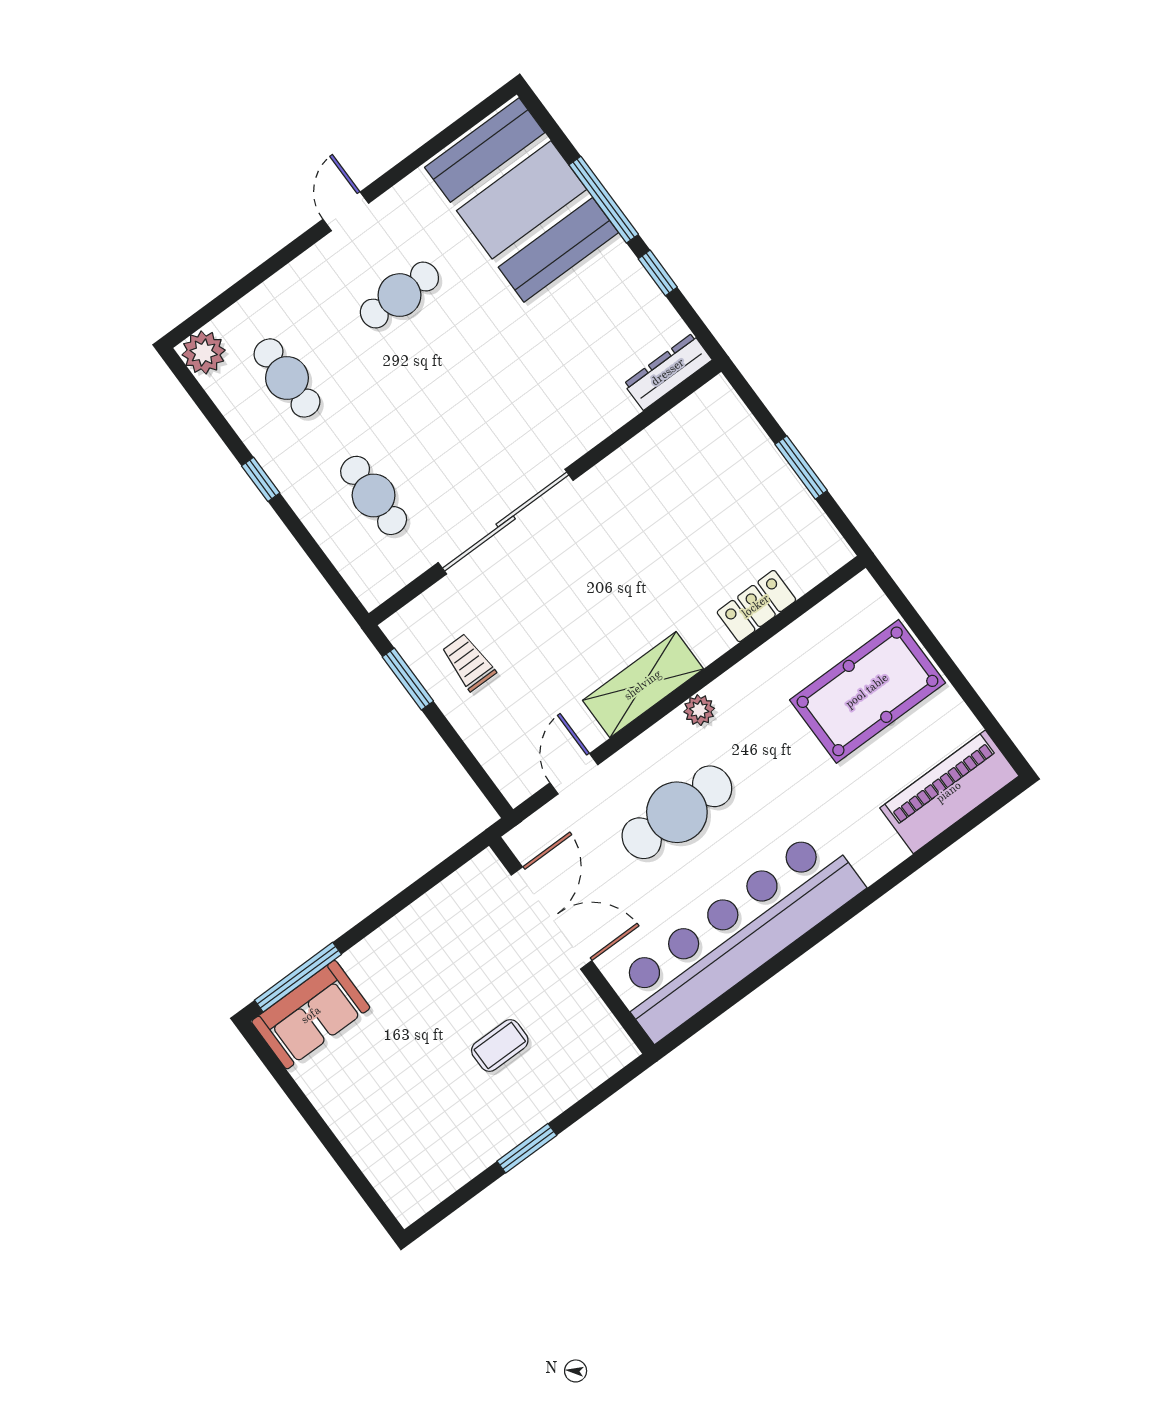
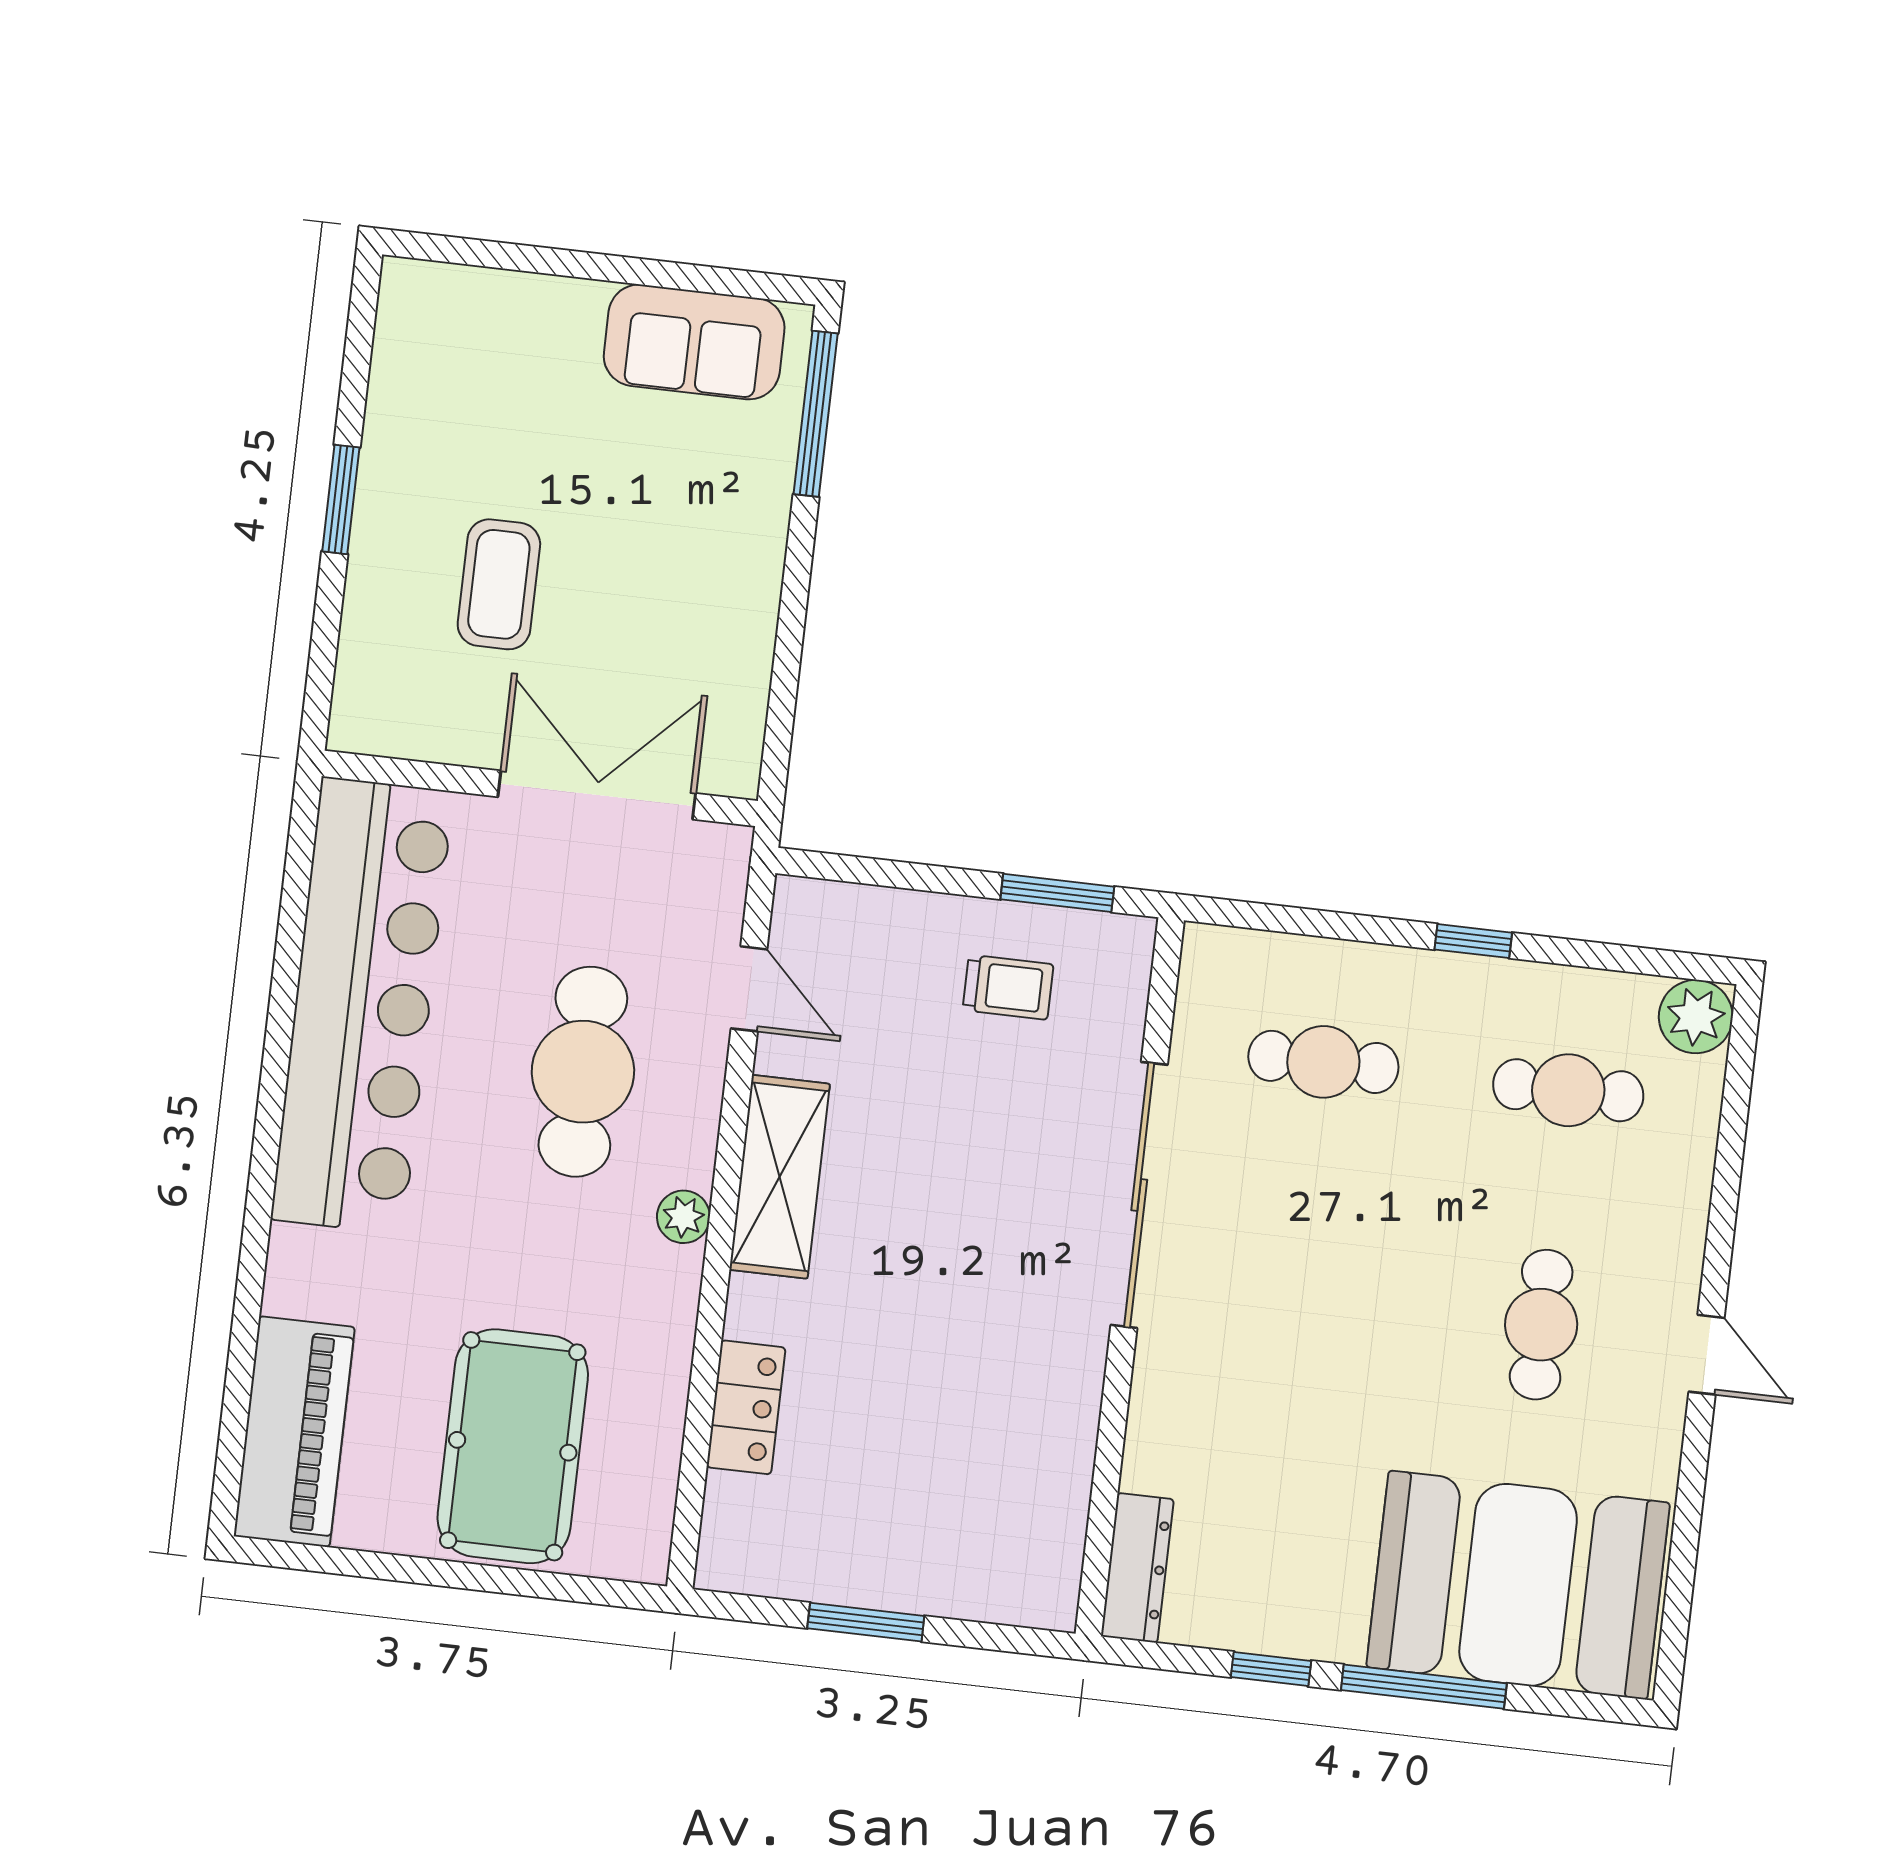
double door: (551, 918) -> (597, 795), swing flipped
sofa: (311, 1015) -> (694, 342), moved, turned -90
coffee table: (500, 1045) -> (499, 584), width x1.36, depth x1.30

